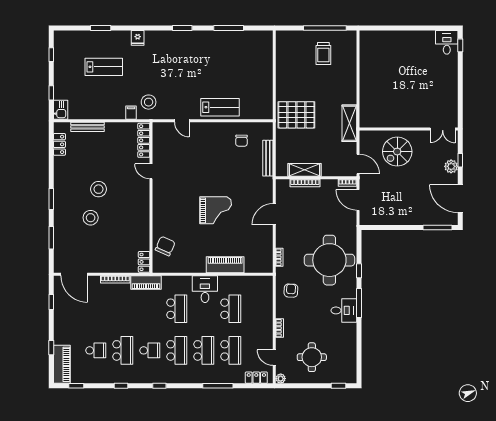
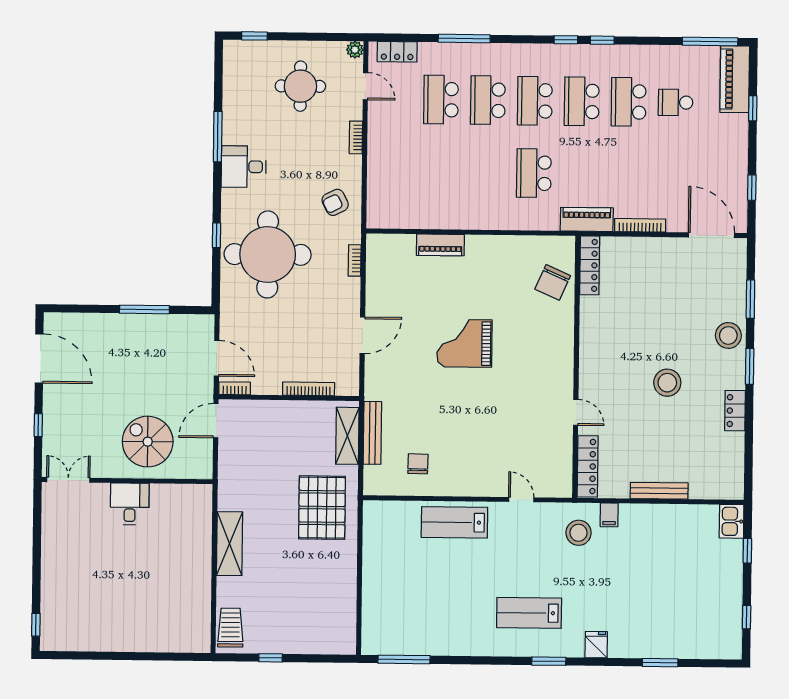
window: (182, 28) -> (549, 661), moved
window: (229, 28) -> (404, 659), moved
window: (325, 28) -> (271, 658), width x0.32
desk: (447, 42) -> (130, 504), moved, turned 180
trolley: (323, 53) -> (230, 628), moved
lab bench: (104, 67) -> (529, 613), moved
pallet: (296, 115) -> (322, 508), turned 90
shelving: (349, 123) -> (229, 544), moved
bench: (87, 127) -> (659, 491), moved
locker: (59, 144) -> (735, 411), moved
spiral stairs: (397, 152) -> (148, 442), turned -90
door: (358, 164) -> (216, 421), hinge flipped
plant: (451, 166) -> (54, 415), removed
shelving: (304, 170) -> (347, 436), moved, turned 90
stool: (91, 218) -> (728, 335), moved
window: (437, 228) -> (144, 309), moved
locker: (144, 262) -> (590, 265), width x1.53
piano: (225, 265) -> (440, 245), width x0.73, depth x0.75
desk: (205, 289) -> (485, 207), removed
armchair: (291, 291) -> (335, 202), turned 60
window: (359, 303) -> (218, 137), moved
school desk: (231, 309) -> (440, 172), removed
school desk: (150, 350) -> (582, 101), width x1.85
window: (76, 386) -> (710, 41), width x2.17
window: (121, 386) -> (602, 40), moved

